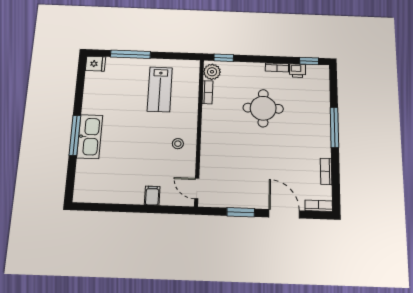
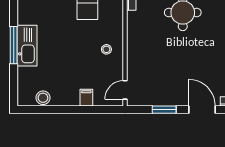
door: (197, 189) -> (125, 90), hinge flipped
stool: (103, 194) -> (43, 98), added

